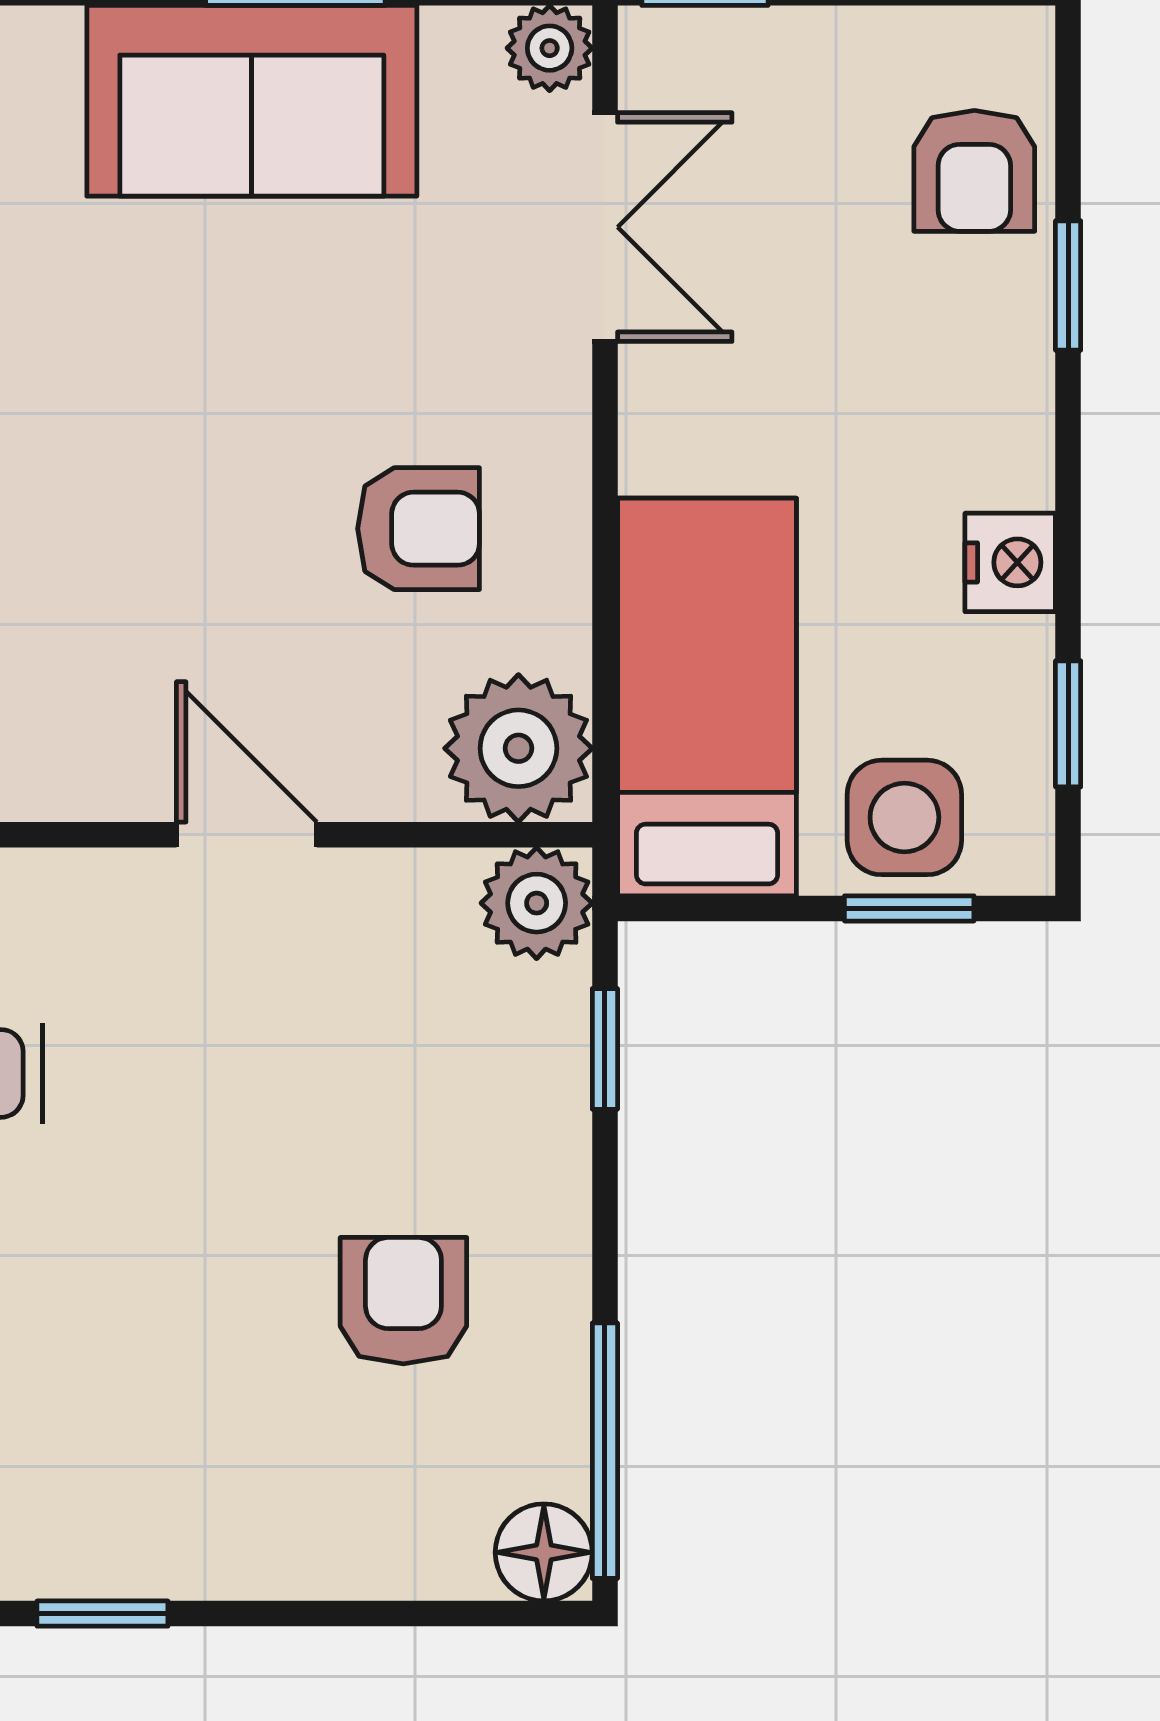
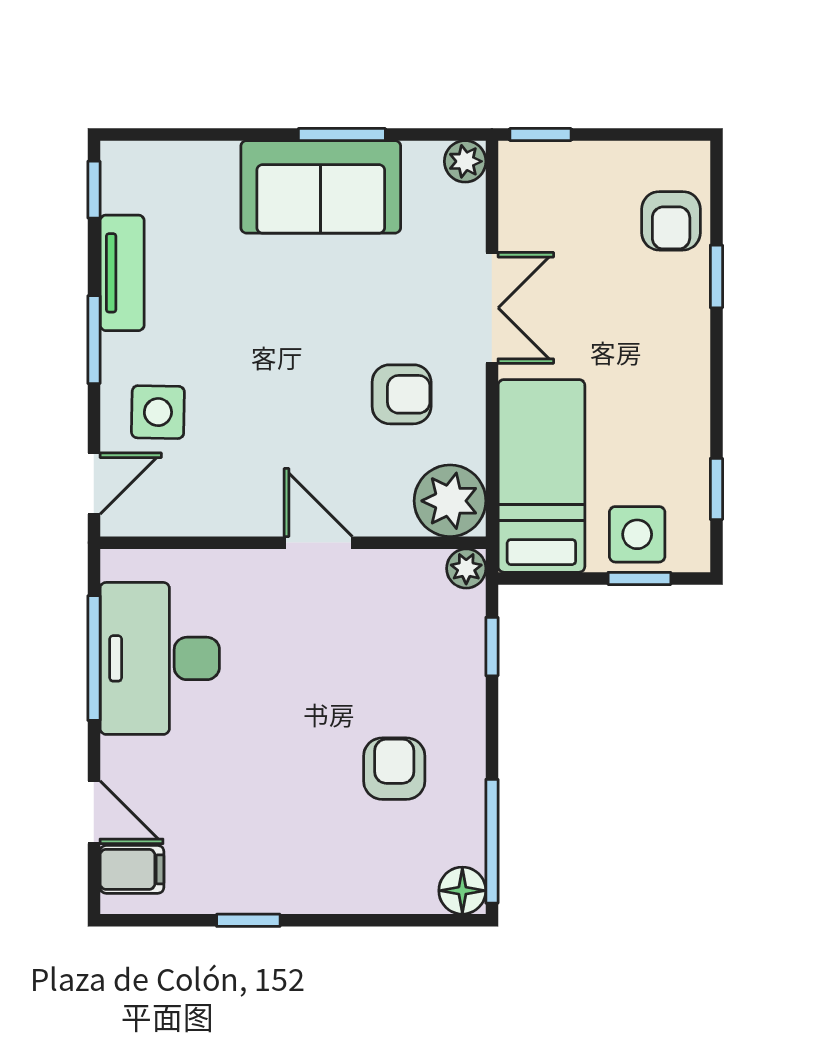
double door: (605, 227) -> (492, 308), moved
nightstand: (1010, 562) -> (688, 411), removed
plant: (537, 903) -> (466, 568), width x0.73, depth x0.73

